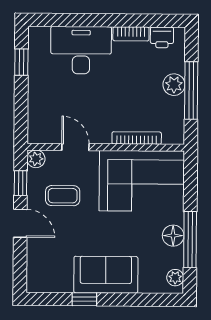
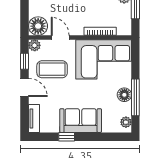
floor lamp: (42, 129) -> (38, 26), added
coffee table: (63, 196) -> (52, 69), width x1.36, depth x1.30
tv unit: (34, 271) -> (34, 119), added

